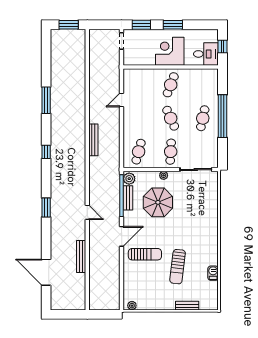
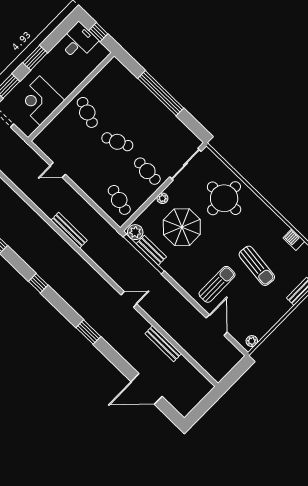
corner desk: (170, 51) -> (40, 101), moved
desk: (206, 54) -> (78, 42), moved
door: (122, 100) -> (58, 170), hinge flipped
cafe table: (203, 118) -> (145, 113), removed
round table: (198, 210) -> (224, 198), added
door: (122, 236) -> (217, 325), moved

